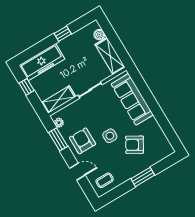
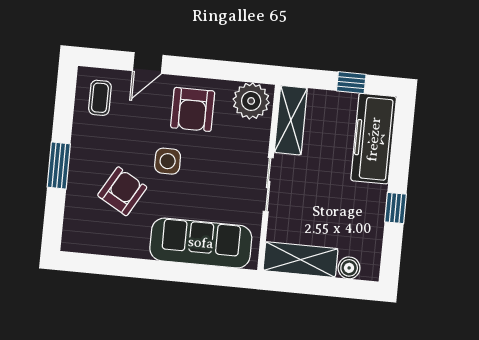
plant: (59, 123) -> (251, 101), width x1.87, depth x1.87
window: (58, 139) -> (225, 70), removed
armchair: (83, 141) -> (193, 109), turned 90

